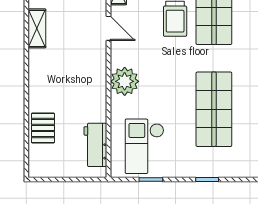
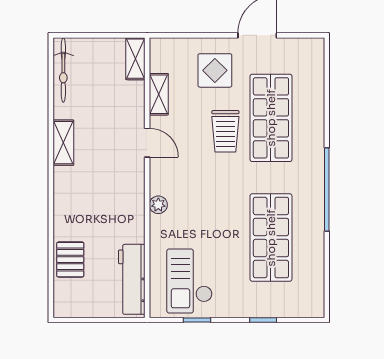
plant: (125, 81) -> (158, 205), width x0.53, depth x0.53
workbench: (95, 145) -> (132, 279), width x1.37

